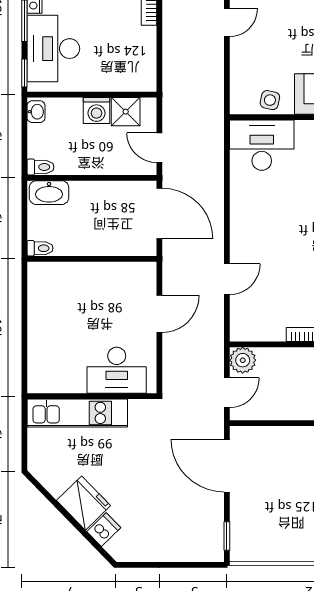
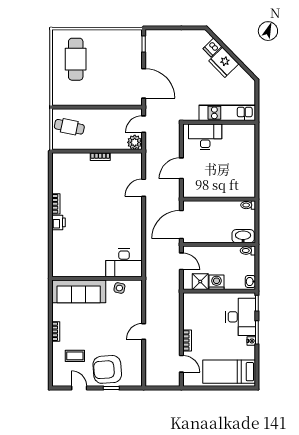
door: (159, 213) -> (181, 225), hinge flipped

